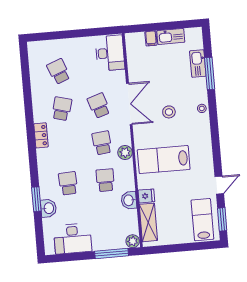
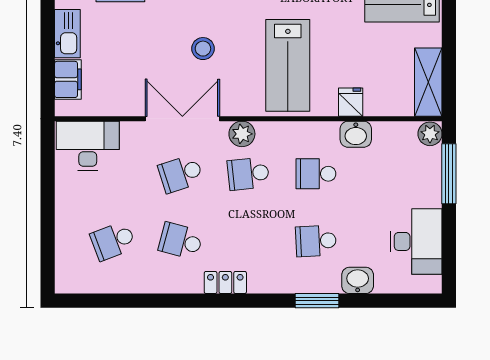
filing cabinet: (151, 38) -> (68, 79), width x2.00
plant: (125, 152) -> (242, 134), moved
window: (36, 199) -> (317, 301), moved
shelving: (148, 222) -> (428, 82), moved, turned 90

